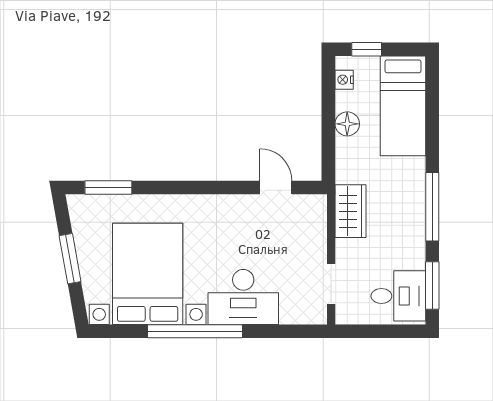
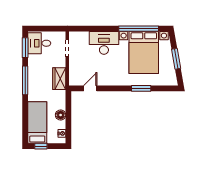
window: (367, 49) -> (41, 146), moved
window: (108, 188) -> (141, 88), moved
door: (276, 188) -> (90, 88), swing flipped
window: (195, 331) -> (139, 29), moved

